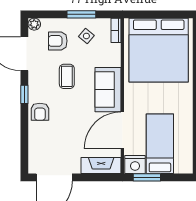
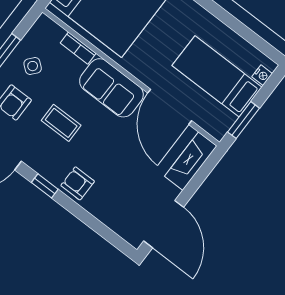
bookcase: (116, 30) -> (78, 48), moved
armchair: (40, 112) -> (78, 183), turned 180
nightstand: (135, 165) -> (262, 75), moved, width x0.53, depth x0.56

